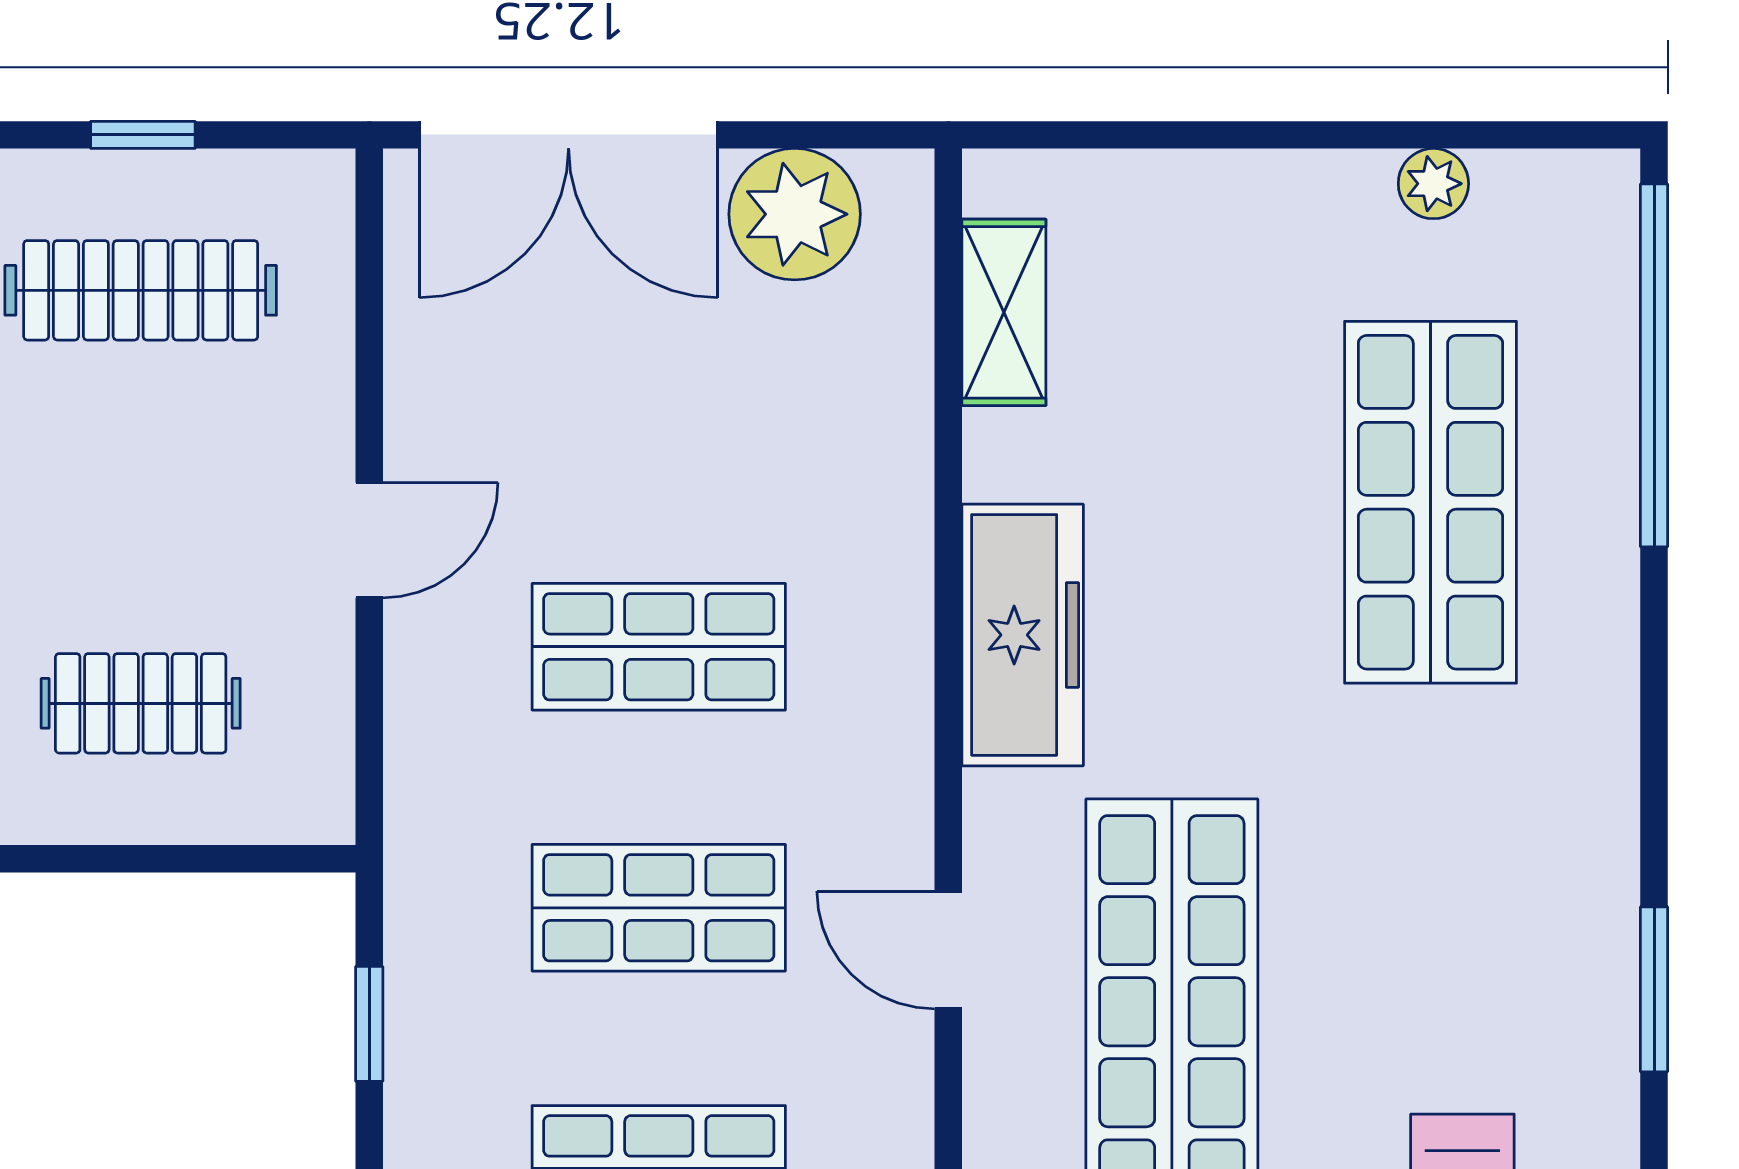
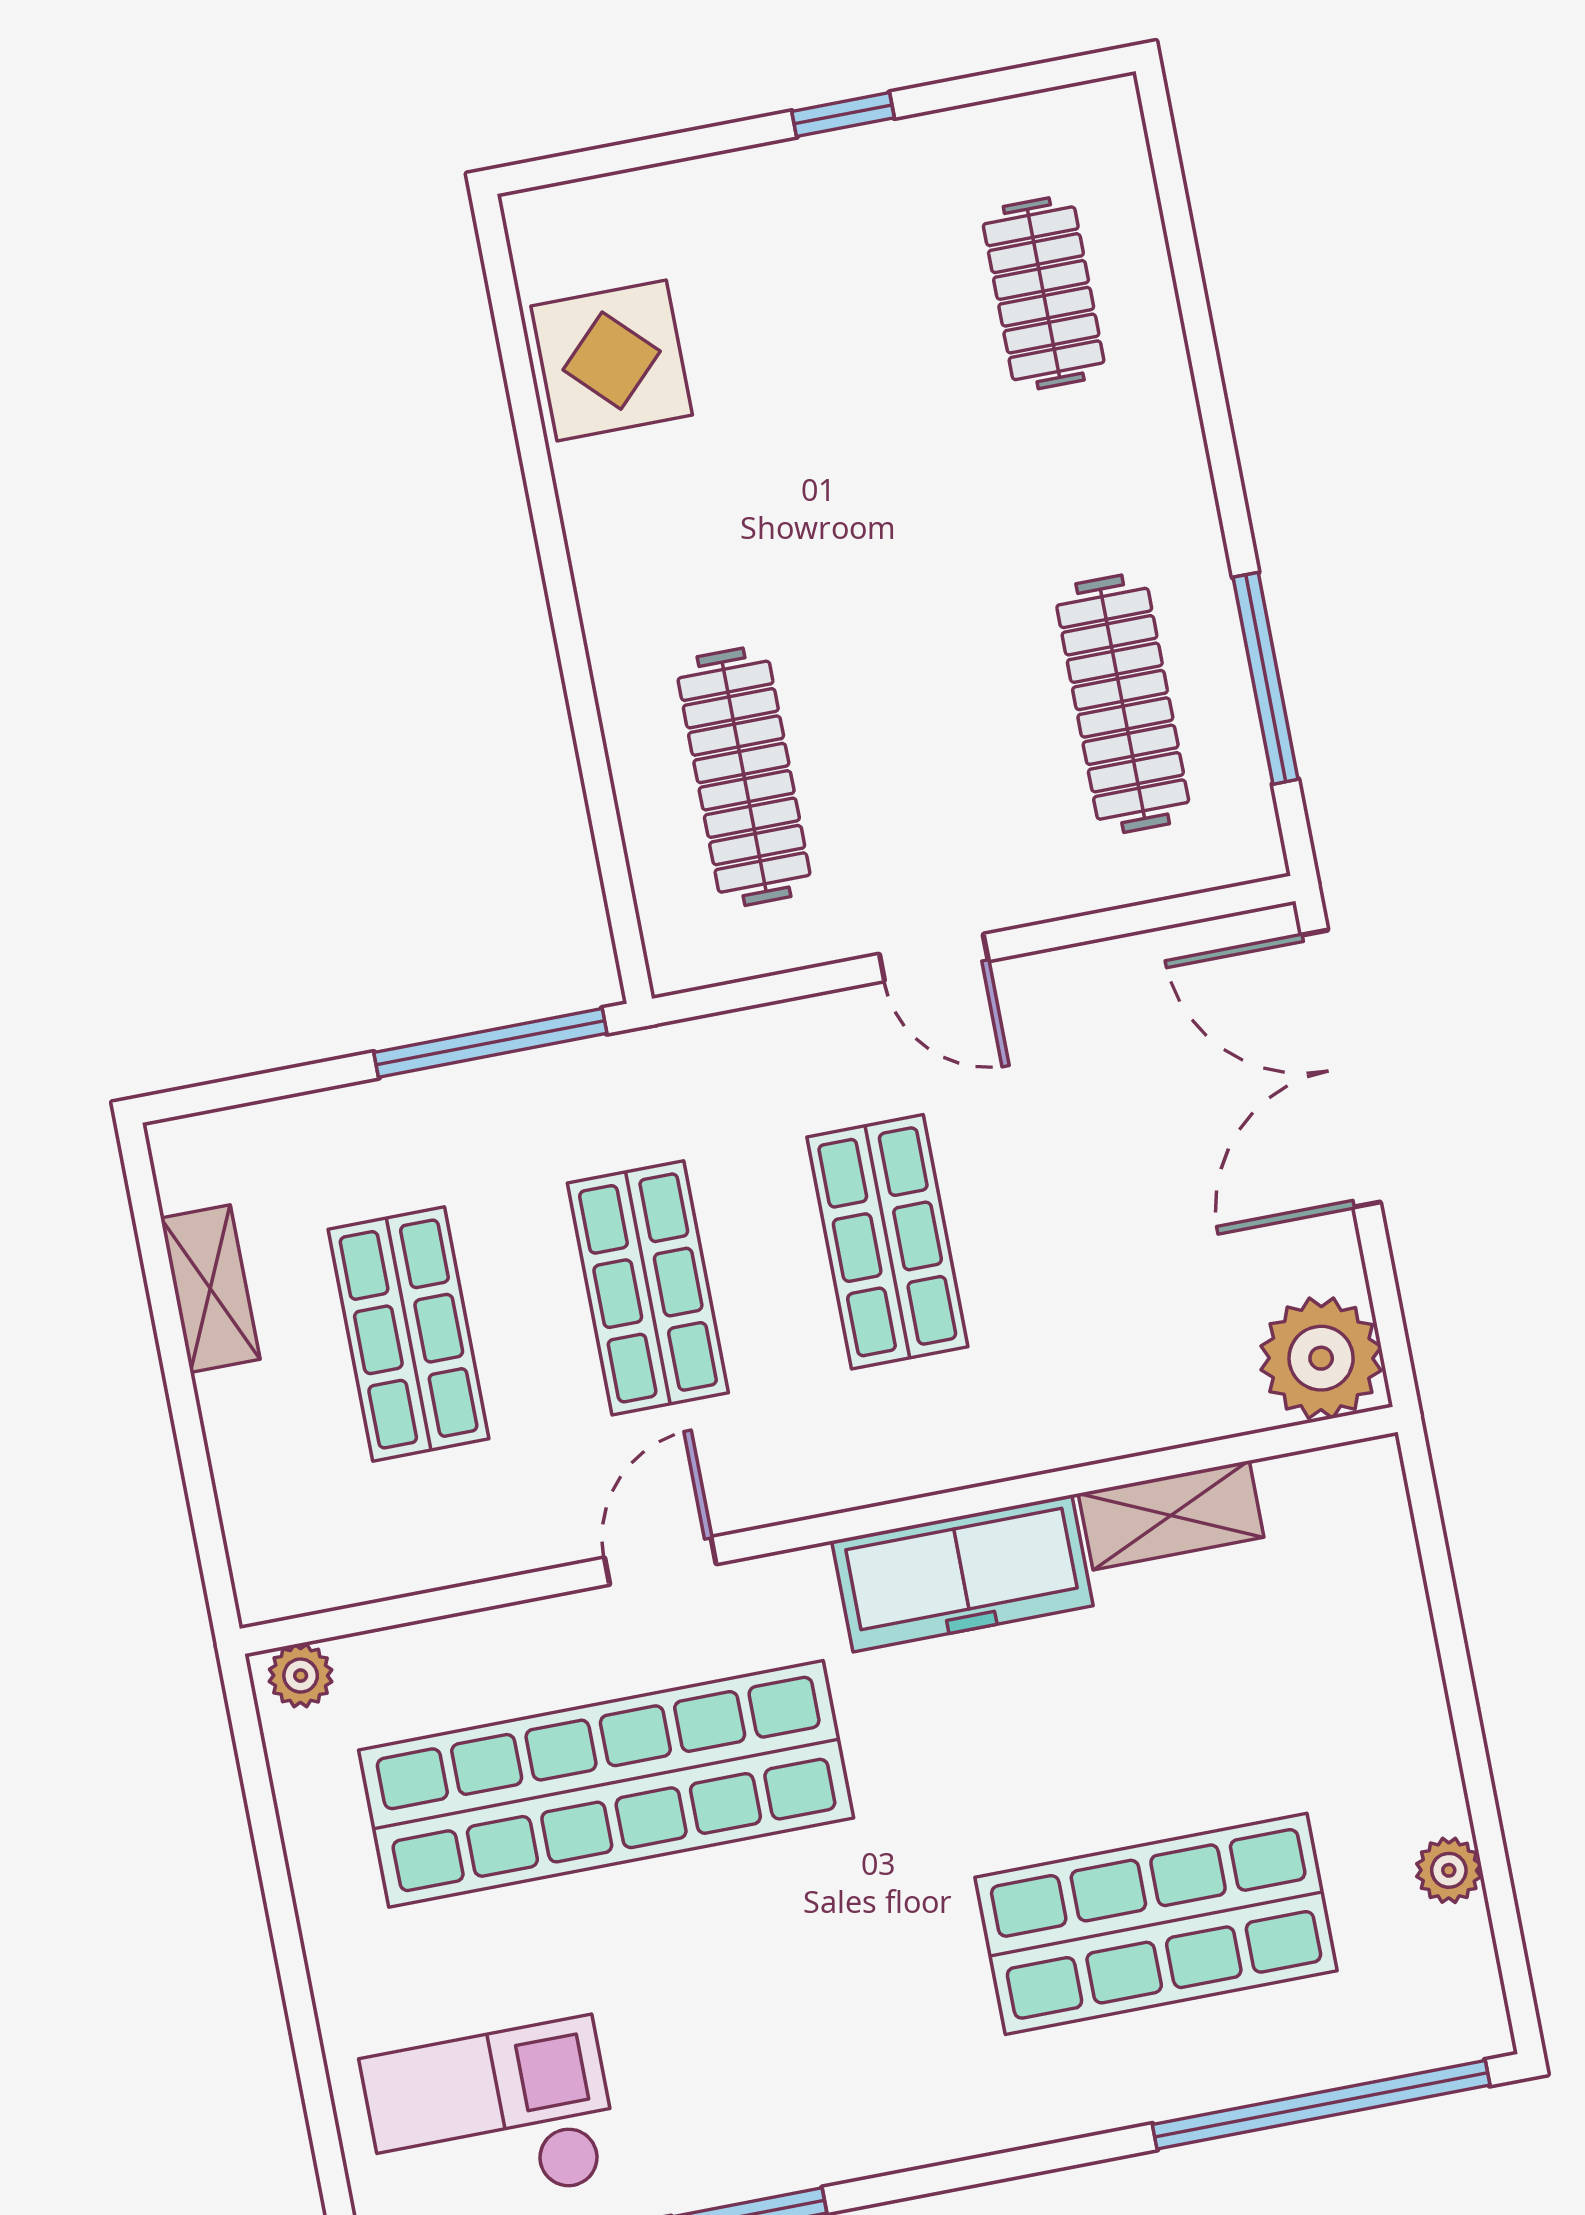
window: (143, 135) -> (1266, 678), width x2.17
plant: (795, 214) -> (1321, 1358), moved
shelving: (1004, 312) -> (1171, 1515), moved
clothes rail: (141, 703) -> (744, 777), width x1.36
window: (369, 1024) -> (490, 1043), width x2.17

